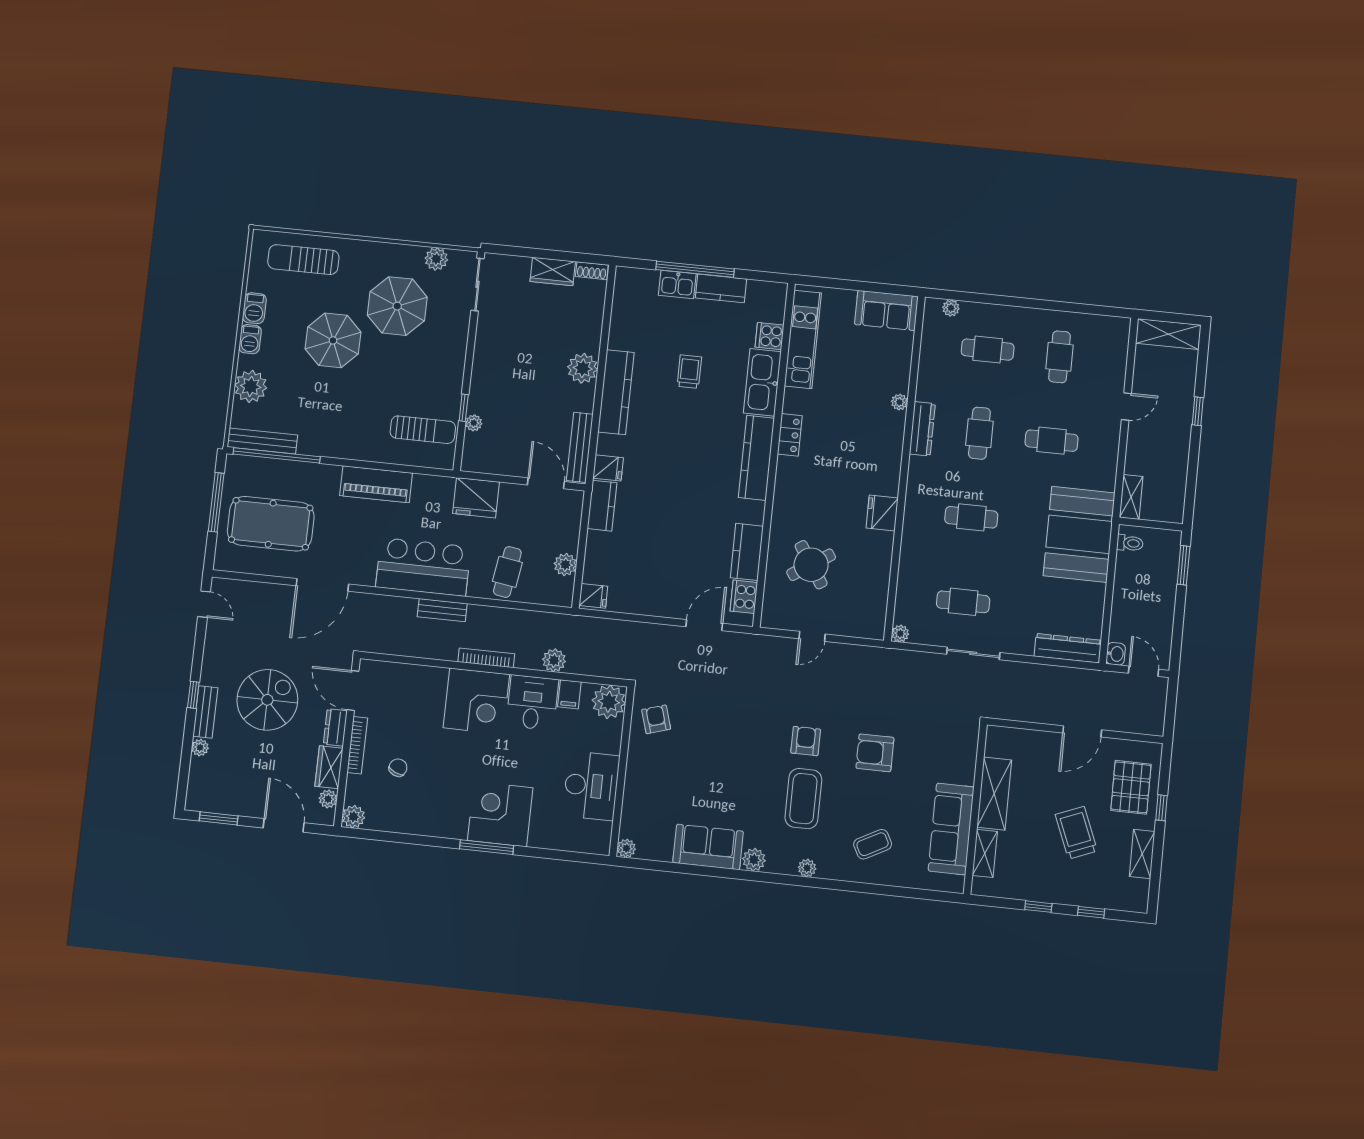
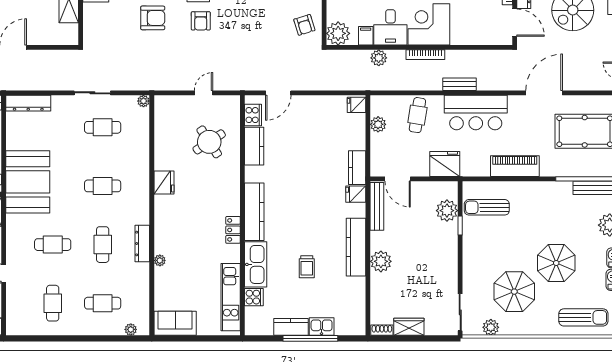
plant: (474, 423) -> (447, 211), width x1.87, depth x1.87

